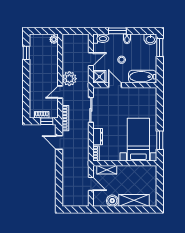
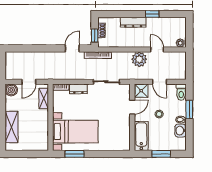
washbasin: (150, 39) -> (181, 131), moved
window: (160, 47) -> (161, 154), moved
window: (26, 53) -> (152, 14), moved
dresser: (34, 84) -> (133, 22), added
door: (60, 92) -> (157, 50), moved
boiler: (112, 201) -> (11, 90), moved

